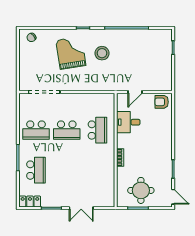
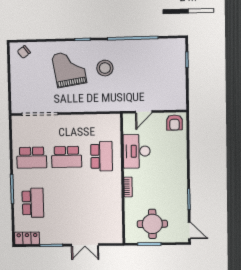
armchair: (162, 102) -> (174, 123), turned -90
desk: (128, 122) -> (137, 151), width x1.37

